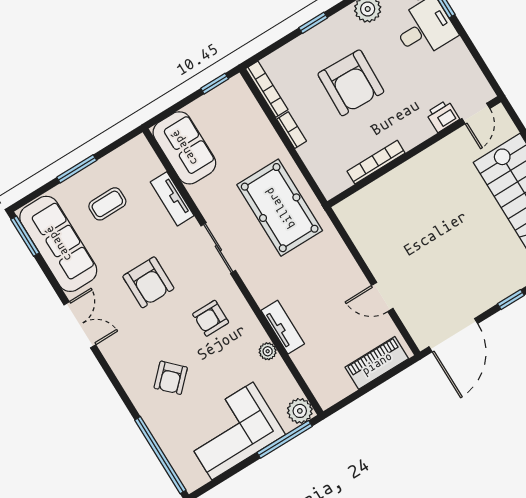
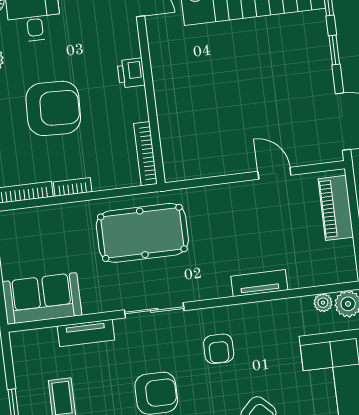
printer: (443, 116) -> (131, 73), moved
bookcase: (376, 162) -> (145, 154), moved
door: (382, 297) -> (274, 173), swing flipped
plant: (268, 351) -> (323, 303), moved

